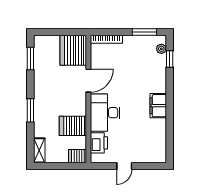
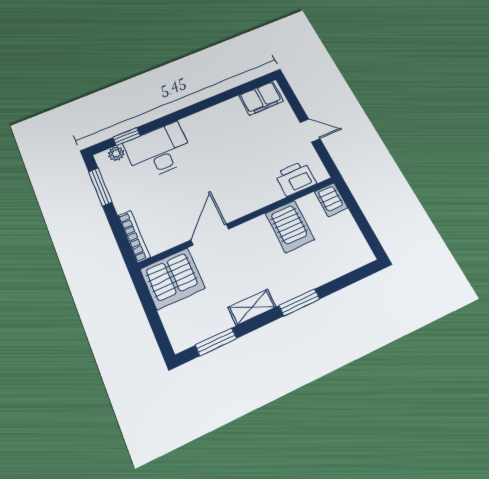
door: (88, 81) -> (210, 234), hinge flipped
filing cabinet: (158, 106) -> (261, 98), moved
desk: (105, 113) -> (159, 151), moved, turned 180
shelving: (39, 150) -> (252, 307), moved

